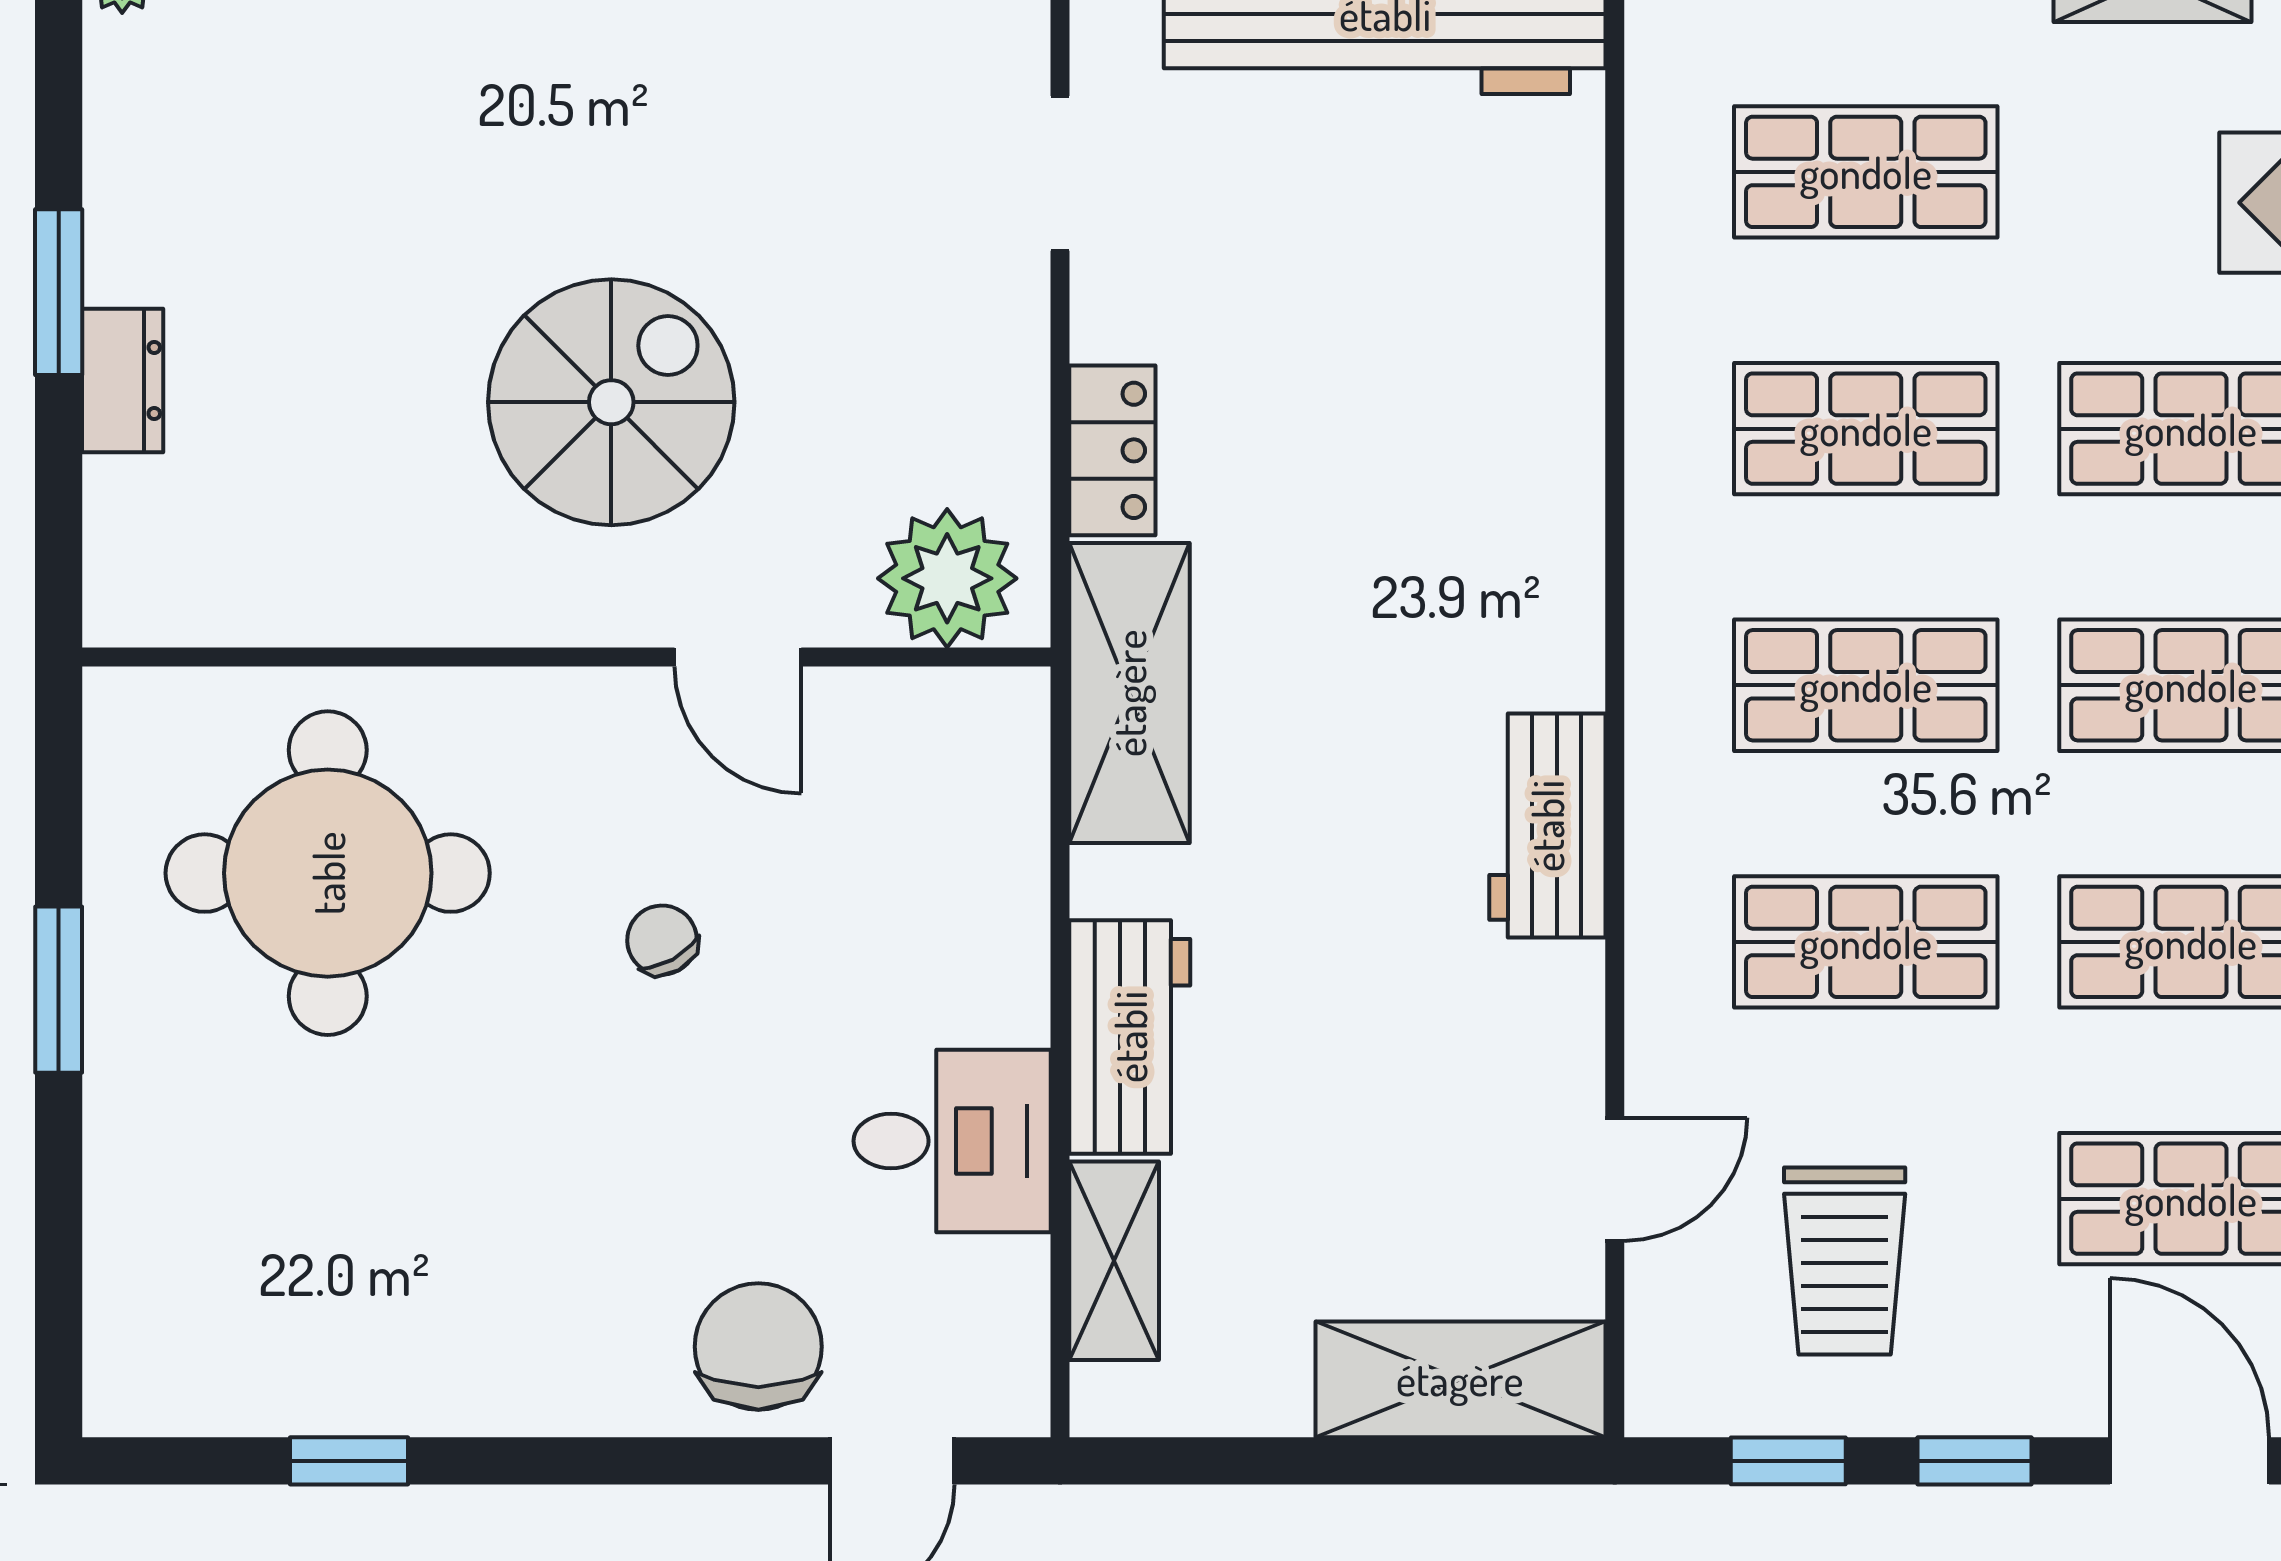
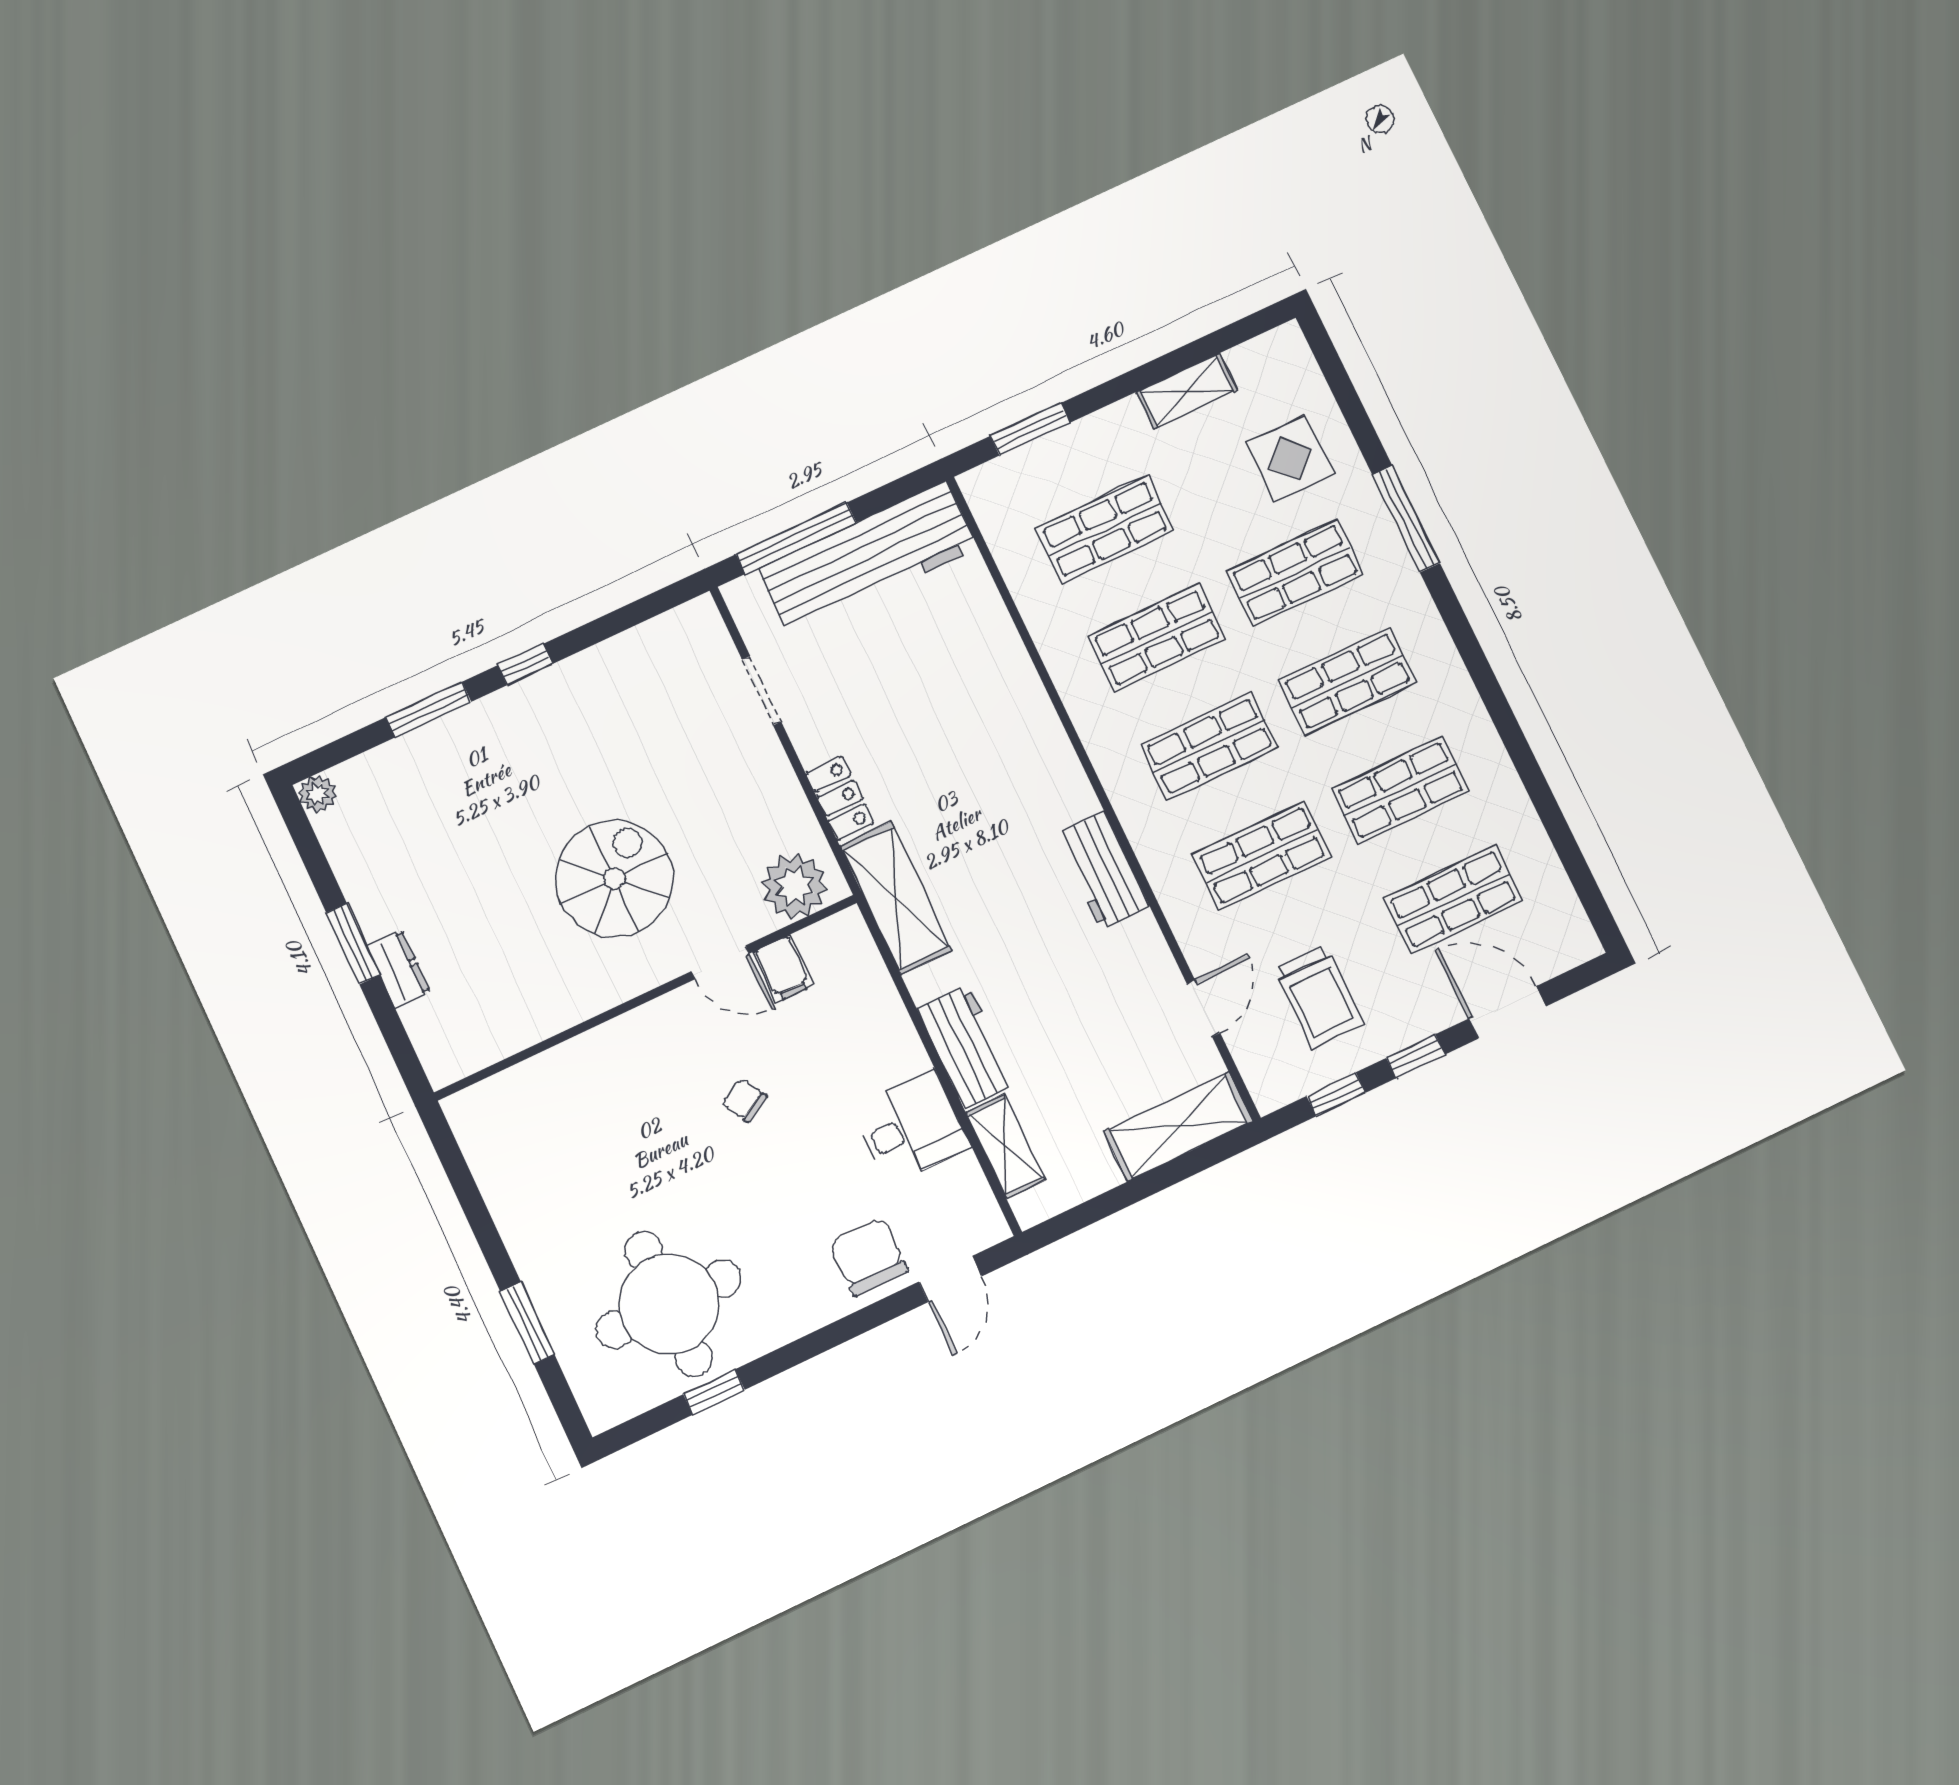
filing cabinet: (852, 725) -> (783, 969), added
round table: (328, 873) -> (669, 1304), moved
window: (59, 990) -> (527, 1323), moved

